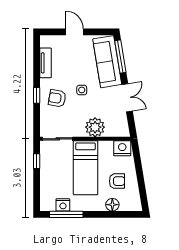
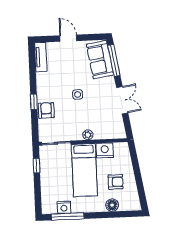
sofa: (107, 62) -> (100, 60), width x0.73
tv unit: (46, 63) -> (41, 57), moved
armchair: (57, 98) -> (46, 110), moved, turned 80
plant: (95, 127) -> (88, 135), width x0.53, depth x0.53
nightstand: (122, 148) -> (105, 150), moved

